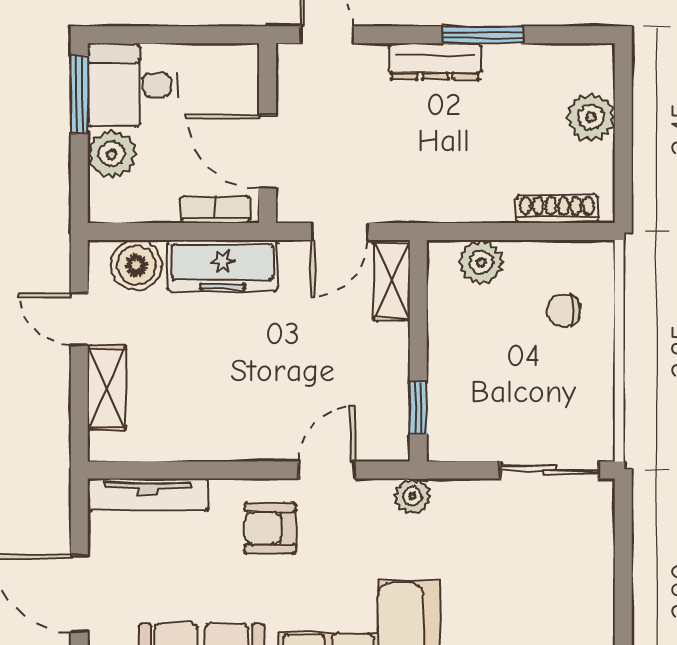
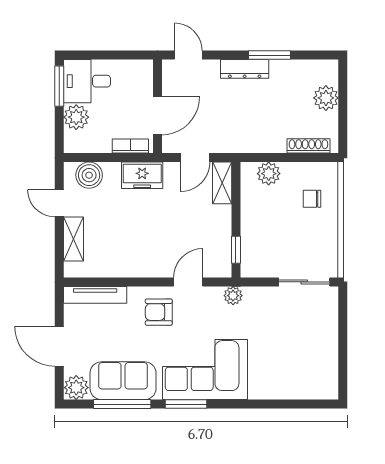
door: (268, 152) -> (157, 116), swing flipped
freezer: (222, 266) -> (142, 175), width x0.71

